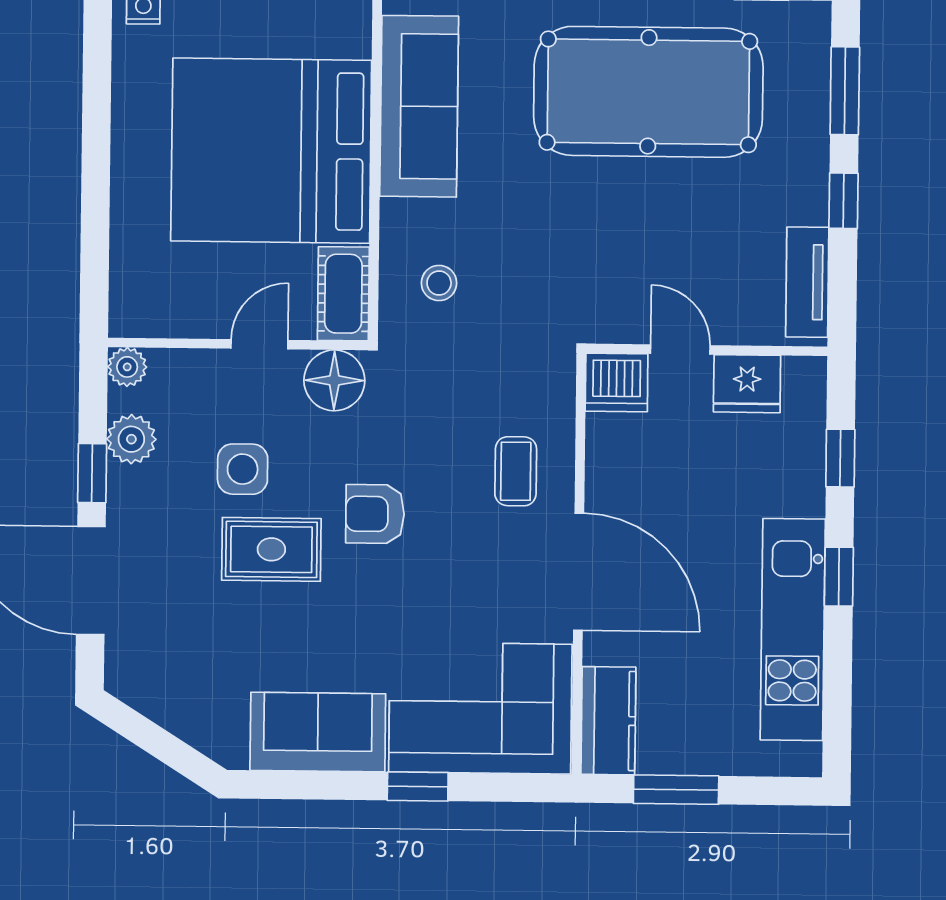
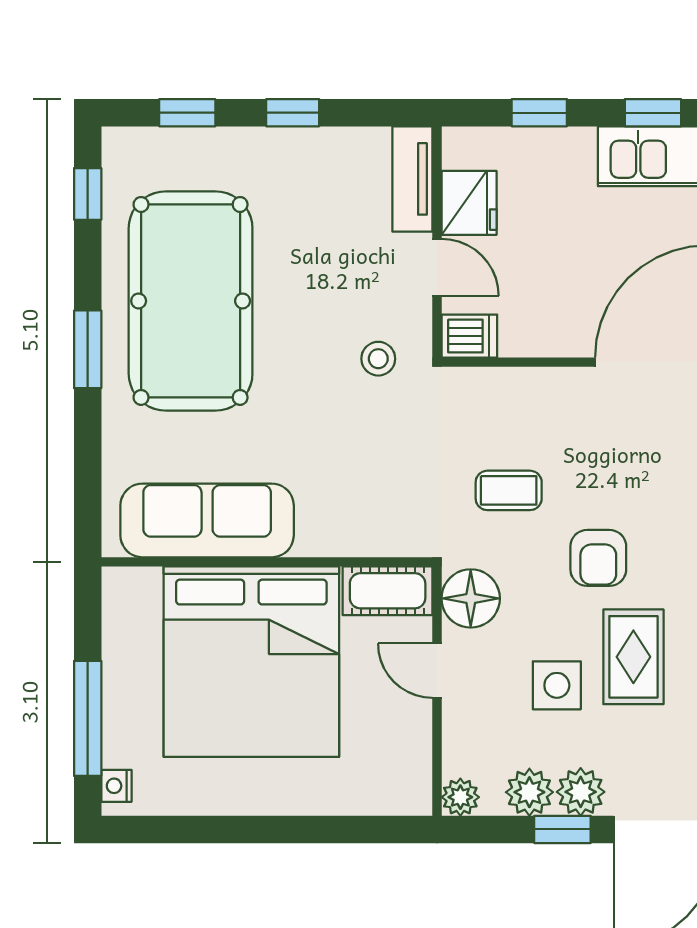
window: (845, 91) -> (187, 113), width x0.67
tv unit: (807, 282) -> (412, 179), moved, turned 90
stool: (439, 283) -> (378, 359), moved
door: (680, 349) -> (437, 267), swing flipped
dishwasher: (617, 382) -> (469, 336), width x0.73
coffee table: (516, 471) -> (509, 490), moved
plant: (131, 493) -> (581, 792), added

